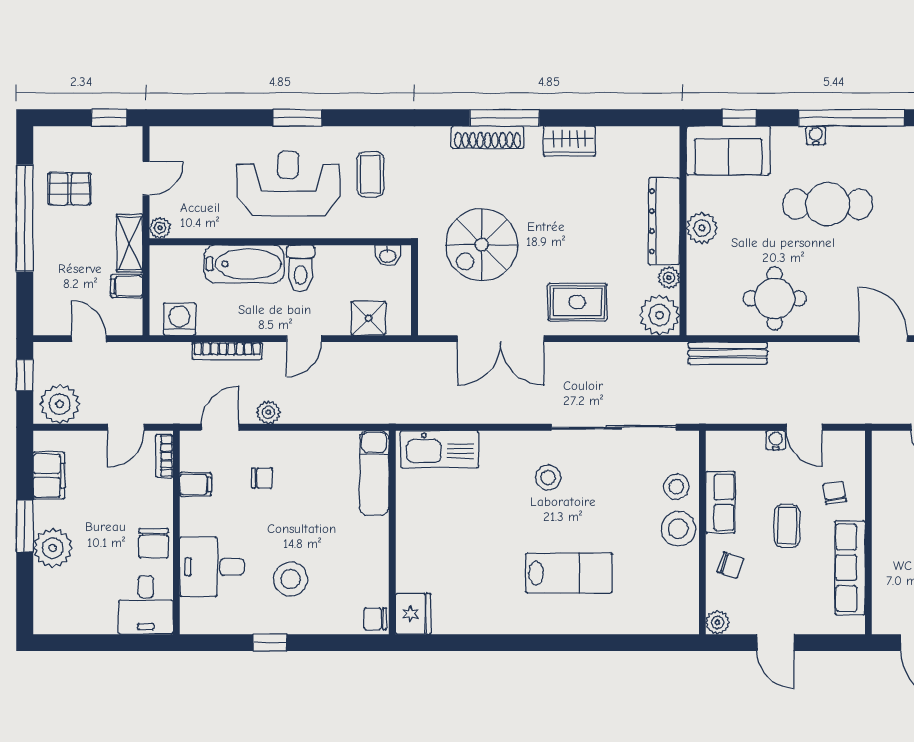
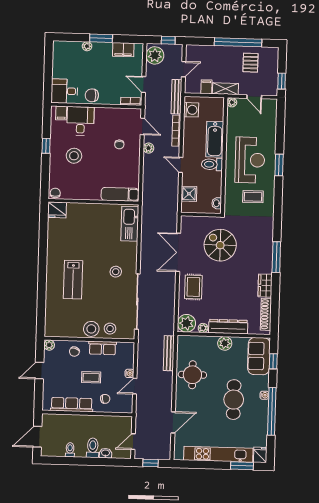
shoe rack: (488, 137) -> (266, 314), moved
bench: (151, 353) -> (176, 97), added
filing cabinet: (195, 484) -> (61, 113), moved
plant: (53, 548) -> (87, 46), width x0.53, depth x0.53

